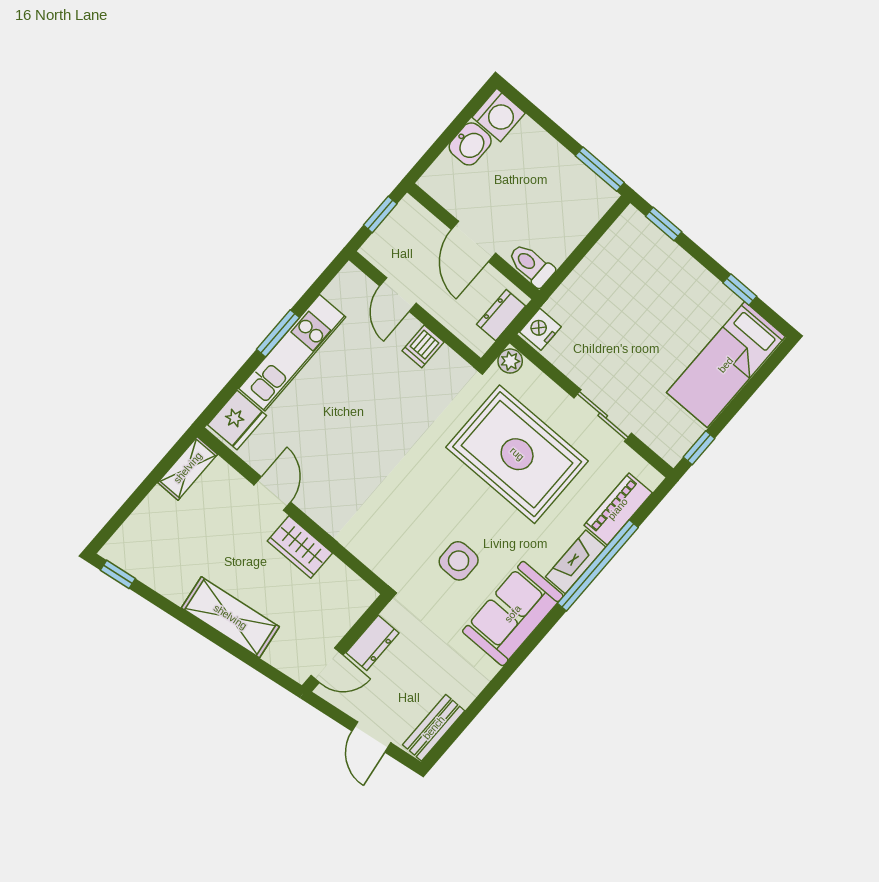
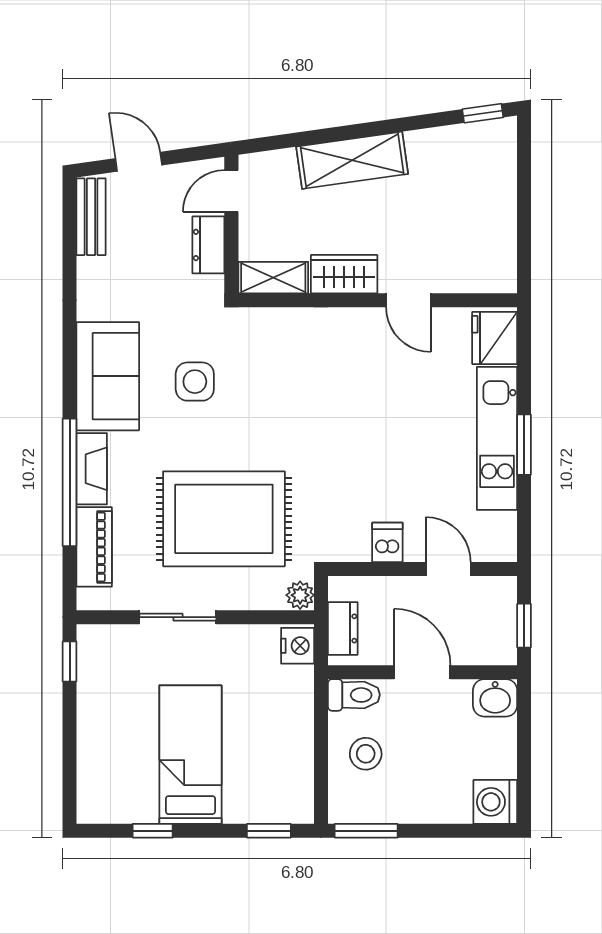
washbasin: (470, 144) -> (495, 698), moved, turned -90
stool: (557, 220) -> (366, 754), added
bed: (726, 365) -> (190, 755), moved
shelving: (188, 468) -> (273, 278), moved, turned 90

